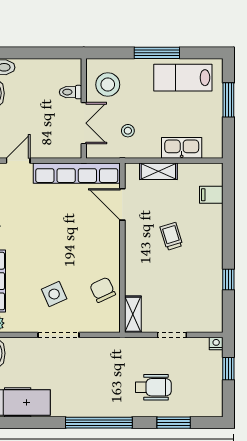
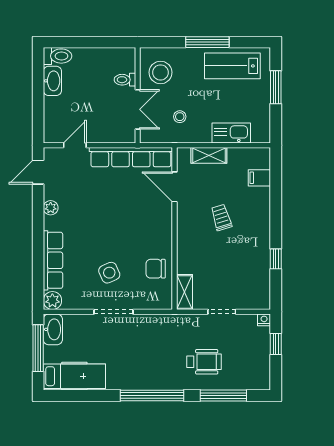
chair: (103, 290) -> (156, 269), turned -65
window: (174, 423) -> (223, 396), width x1.44

